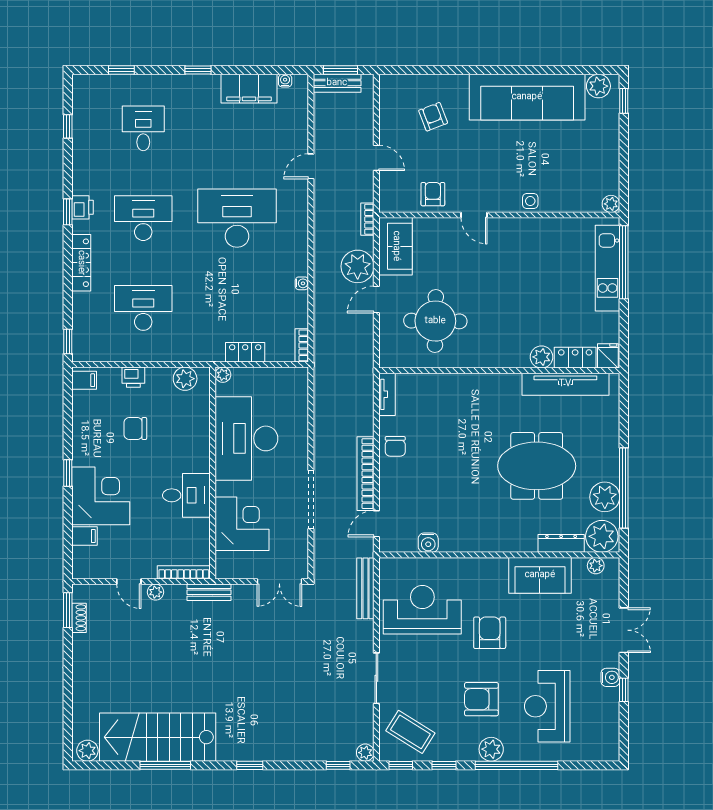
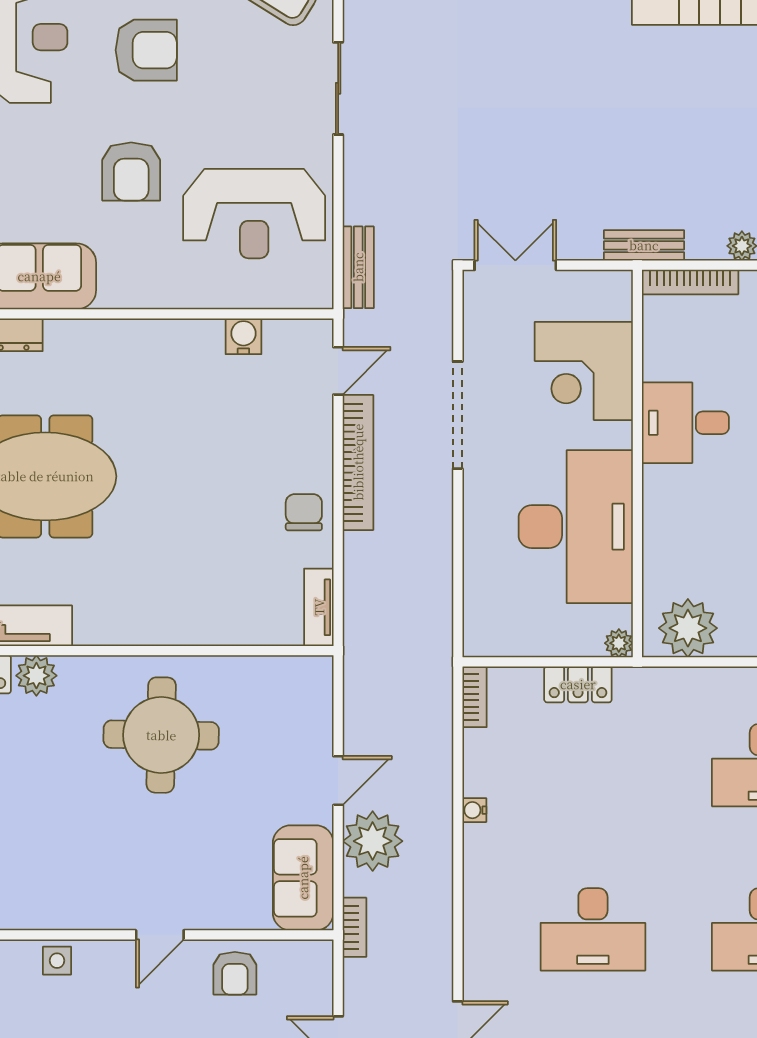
door: (474, 215) -> (160, 935), swing flipped
desk: (237, 218) -> (593, 929), width x0.73, depth x0.77
round table: (435, 321) -> (161, 735), moved
plant: (185, 379) -> (688, 628), width x1.36, depth x1.36
bench: (365, 588) -> (358, 267), width x0.73

